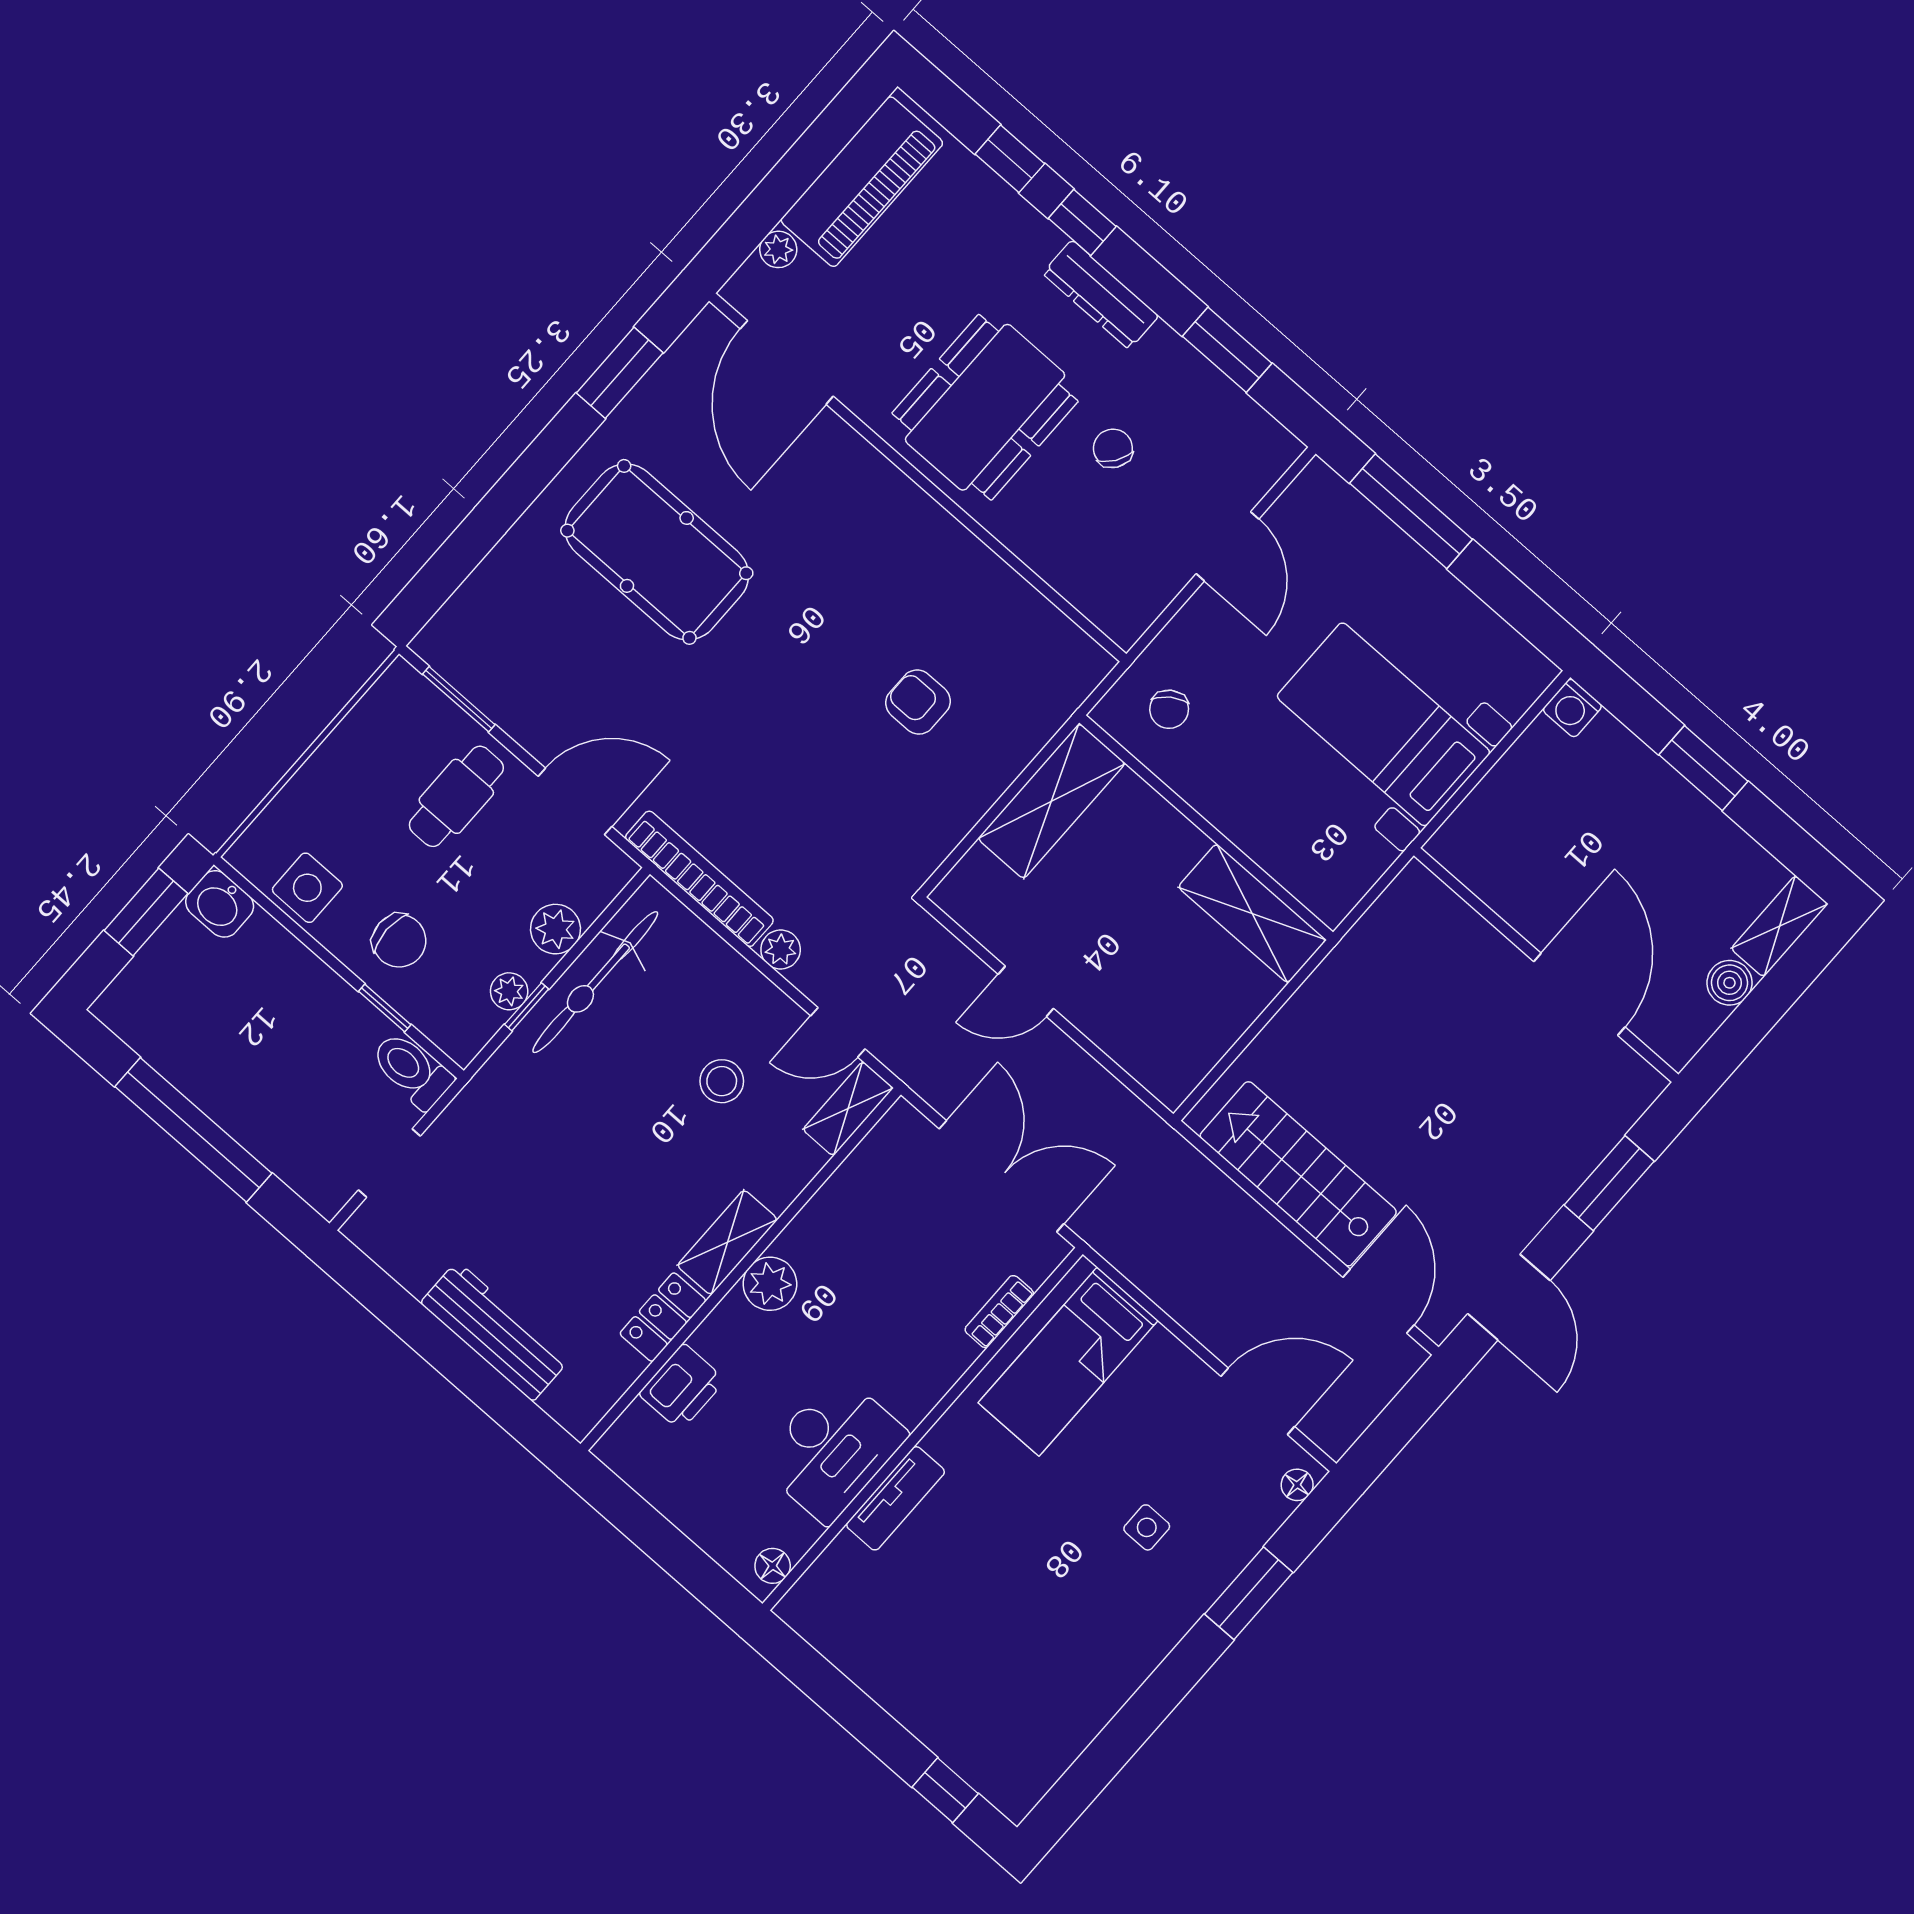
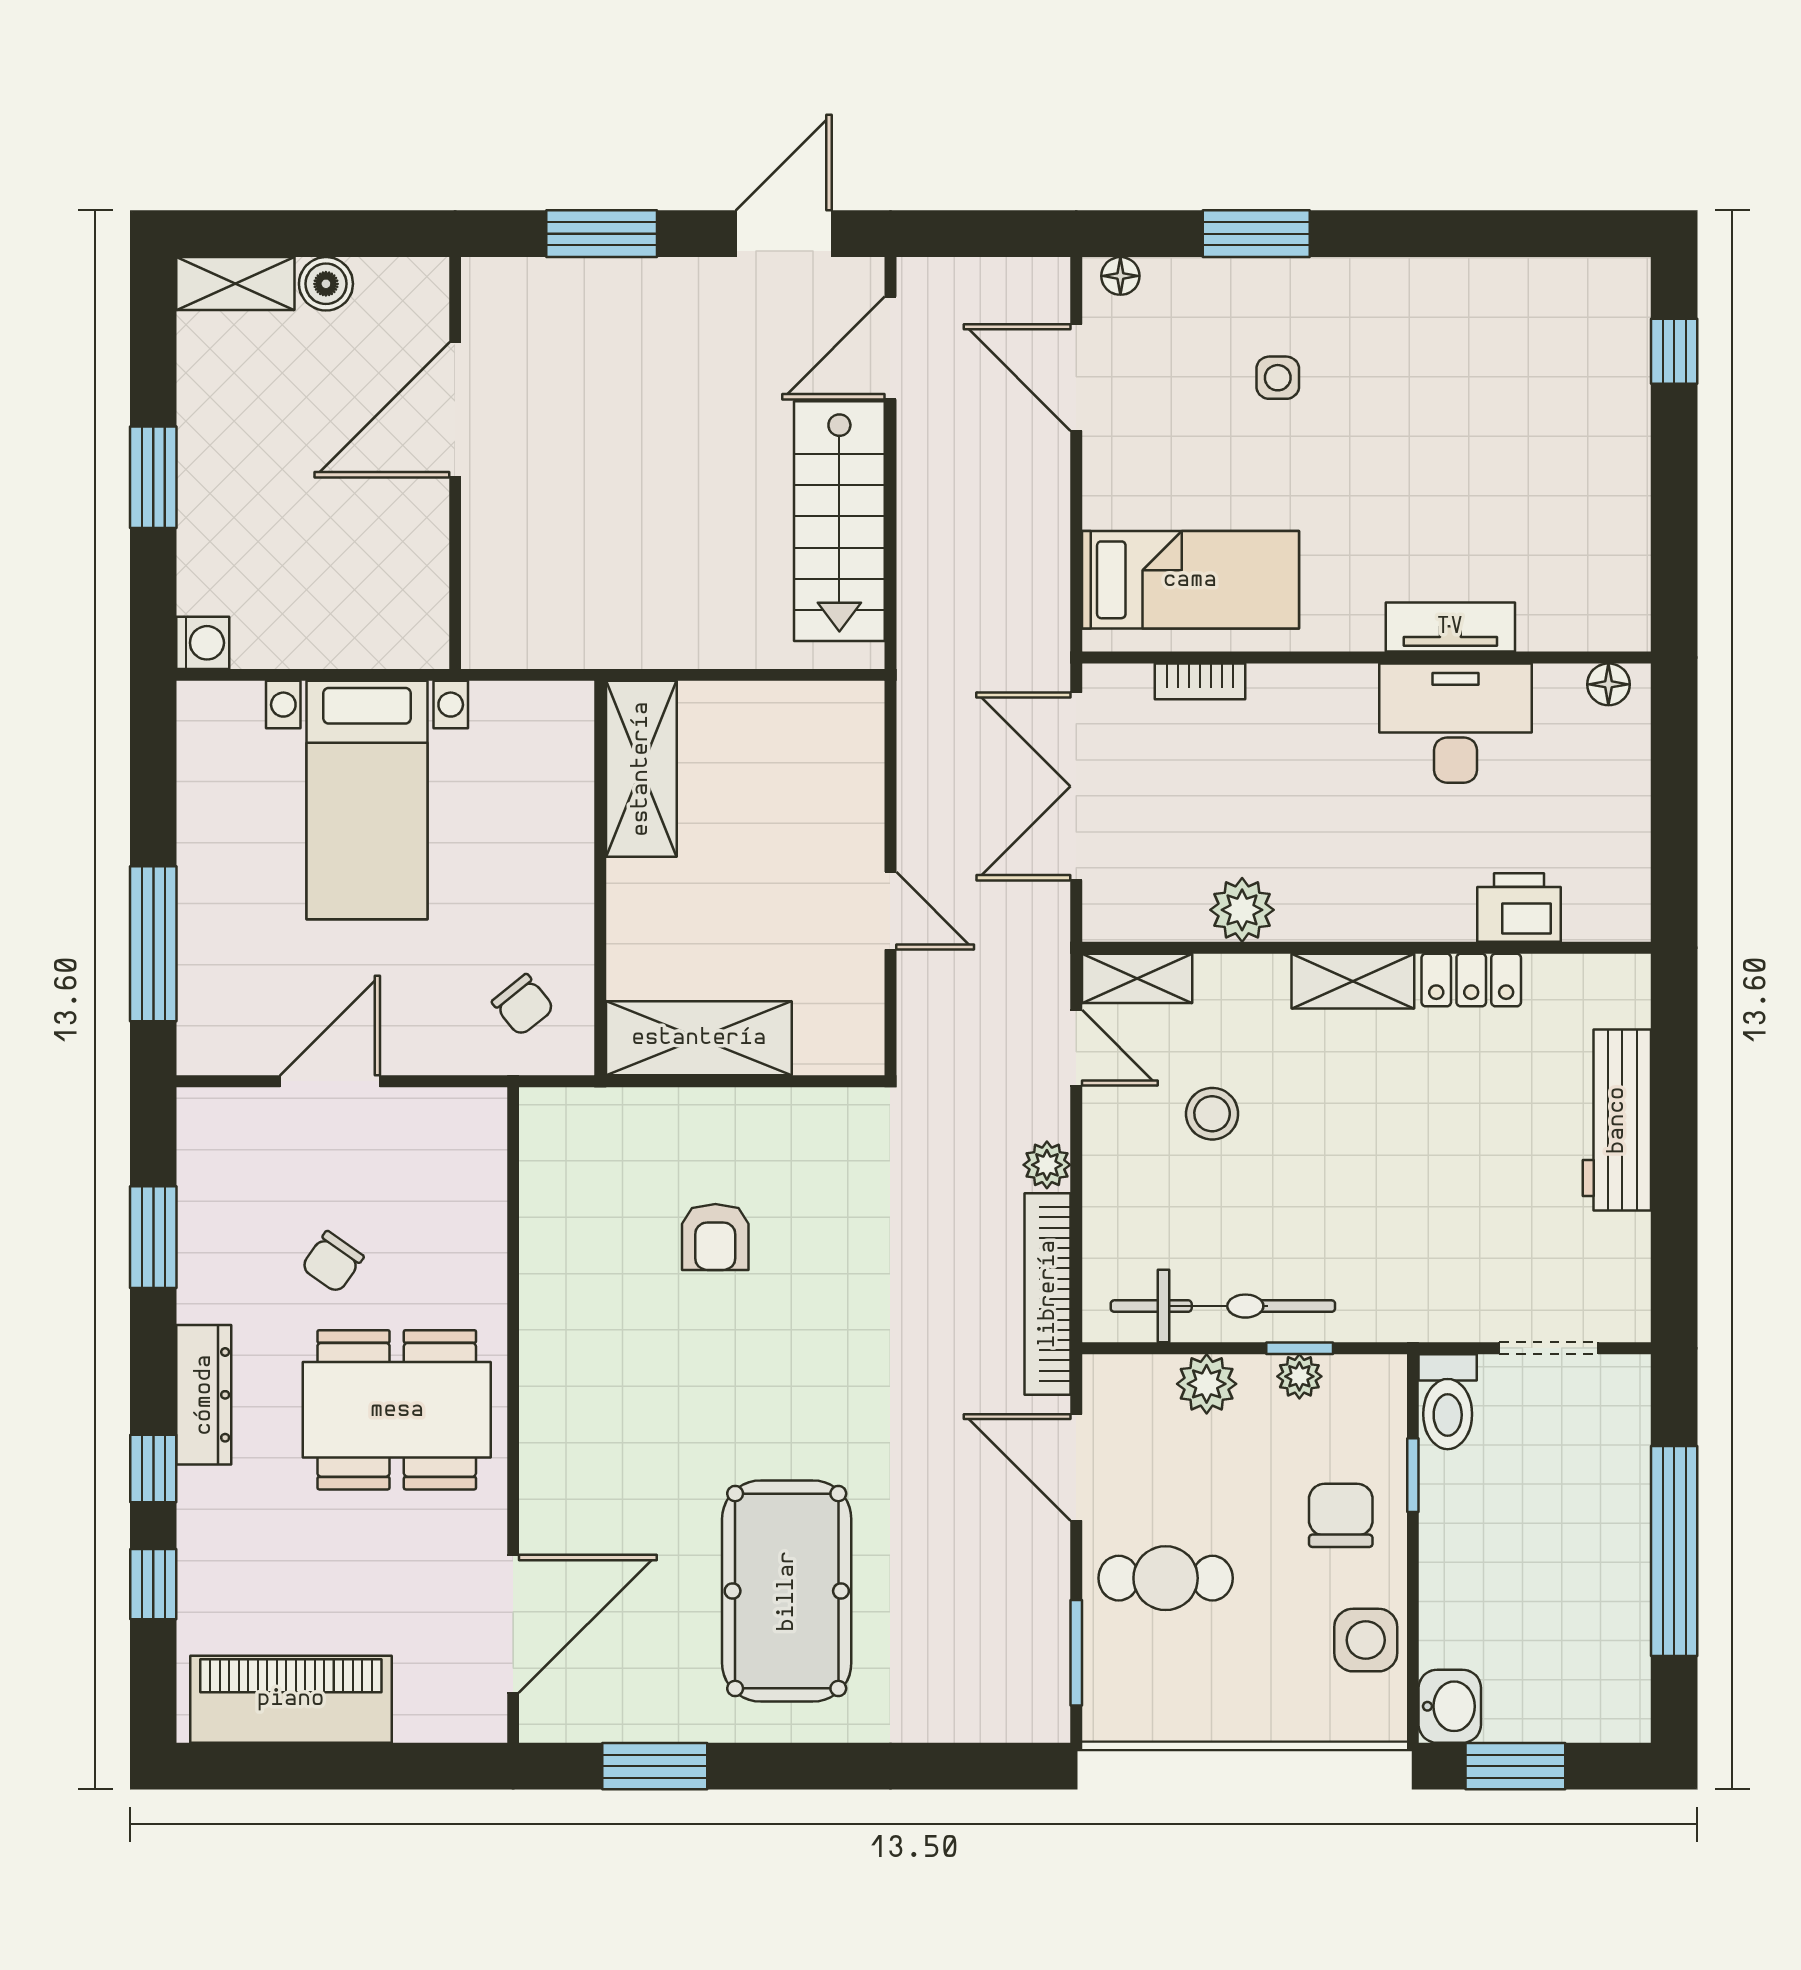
plant: (778, 249) -> (418, 1721), removed
chair: (1169, 709) -> (523, 1005), turned 86
plant: (770, 1284) -> (1242, 910), moved

